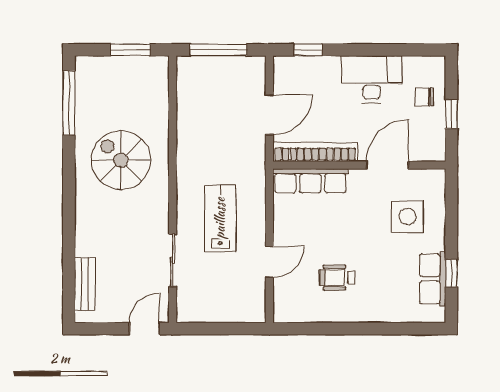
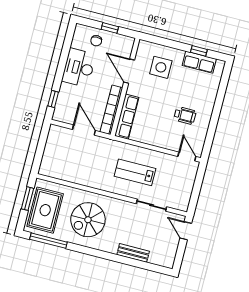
window: (218, 50) -> (40, 149), removed
rug: (119, 84) -> (45, 210), added
door: (269, 262) -> (187, 156), moved
wheelchair: (337, 278) -> (185, 115), turned -90
bench: (85, 284) -> (133, 253), moved

